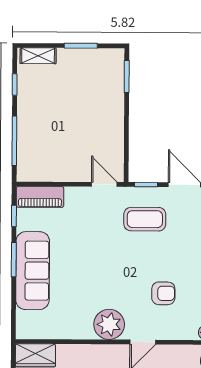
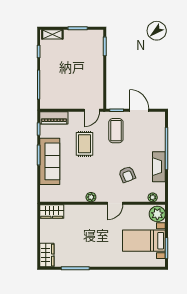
door: (104, 184) -> (92, 110), swing flipped
coffee table: (145, 219) -> (116, 131), turned 90
rug: (91, 241) -> (84, 144), added
armchair: (163, 293) -> (127, 174), turned 68
plant: (109, 324) -> (91, 197), width x0.53, depth x0.53

